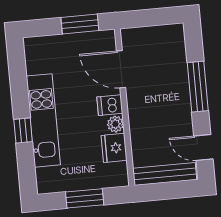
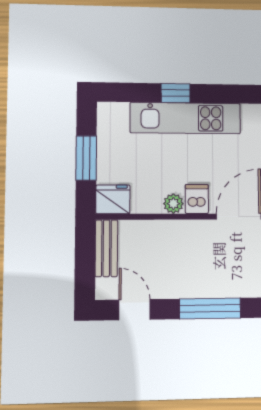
door: (203, 147) -> (134, 310), hinge flipped
fridge: (114, 148) -> (113, 199), moved
bench: (165, 174) -> (106, 248), width x0.73

